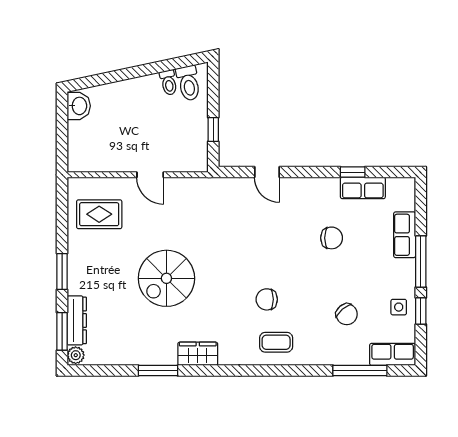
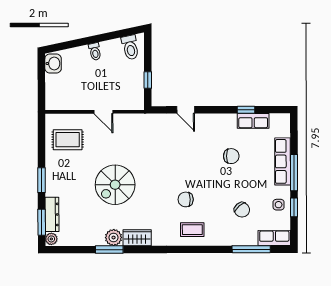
toilet: (169, 83) -> (95, 52), moved
row of seats: (405, 235) -> (283, 161), width x1.48
plant: (164, 353) -> (114, 238), added

